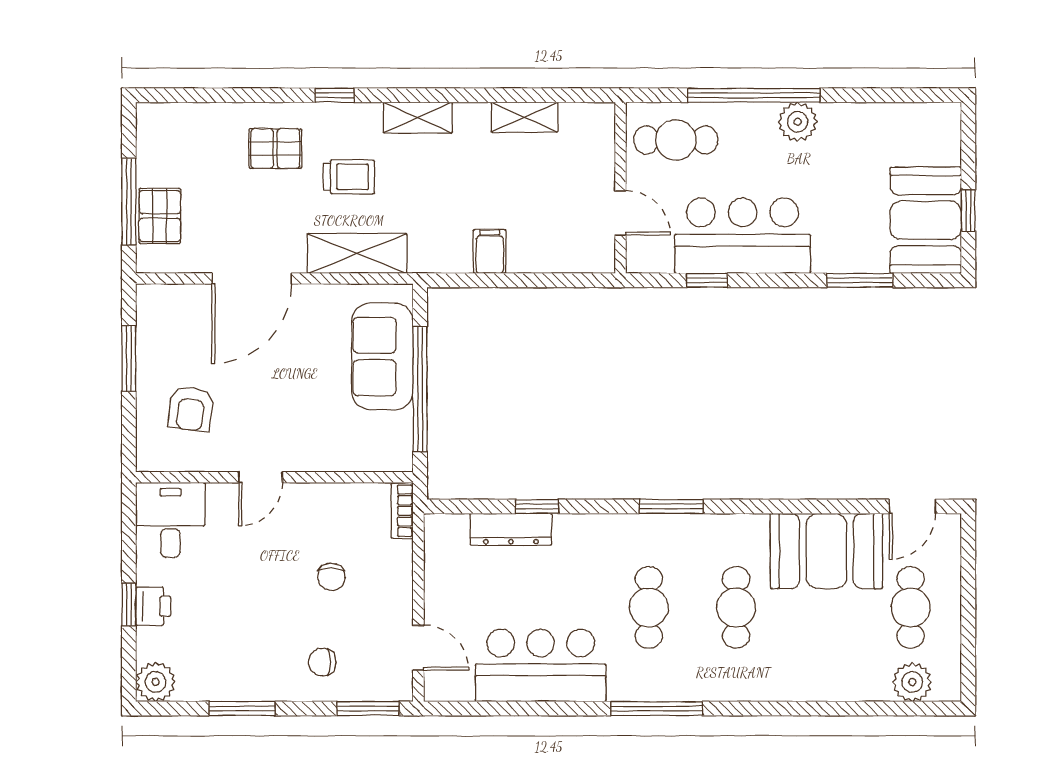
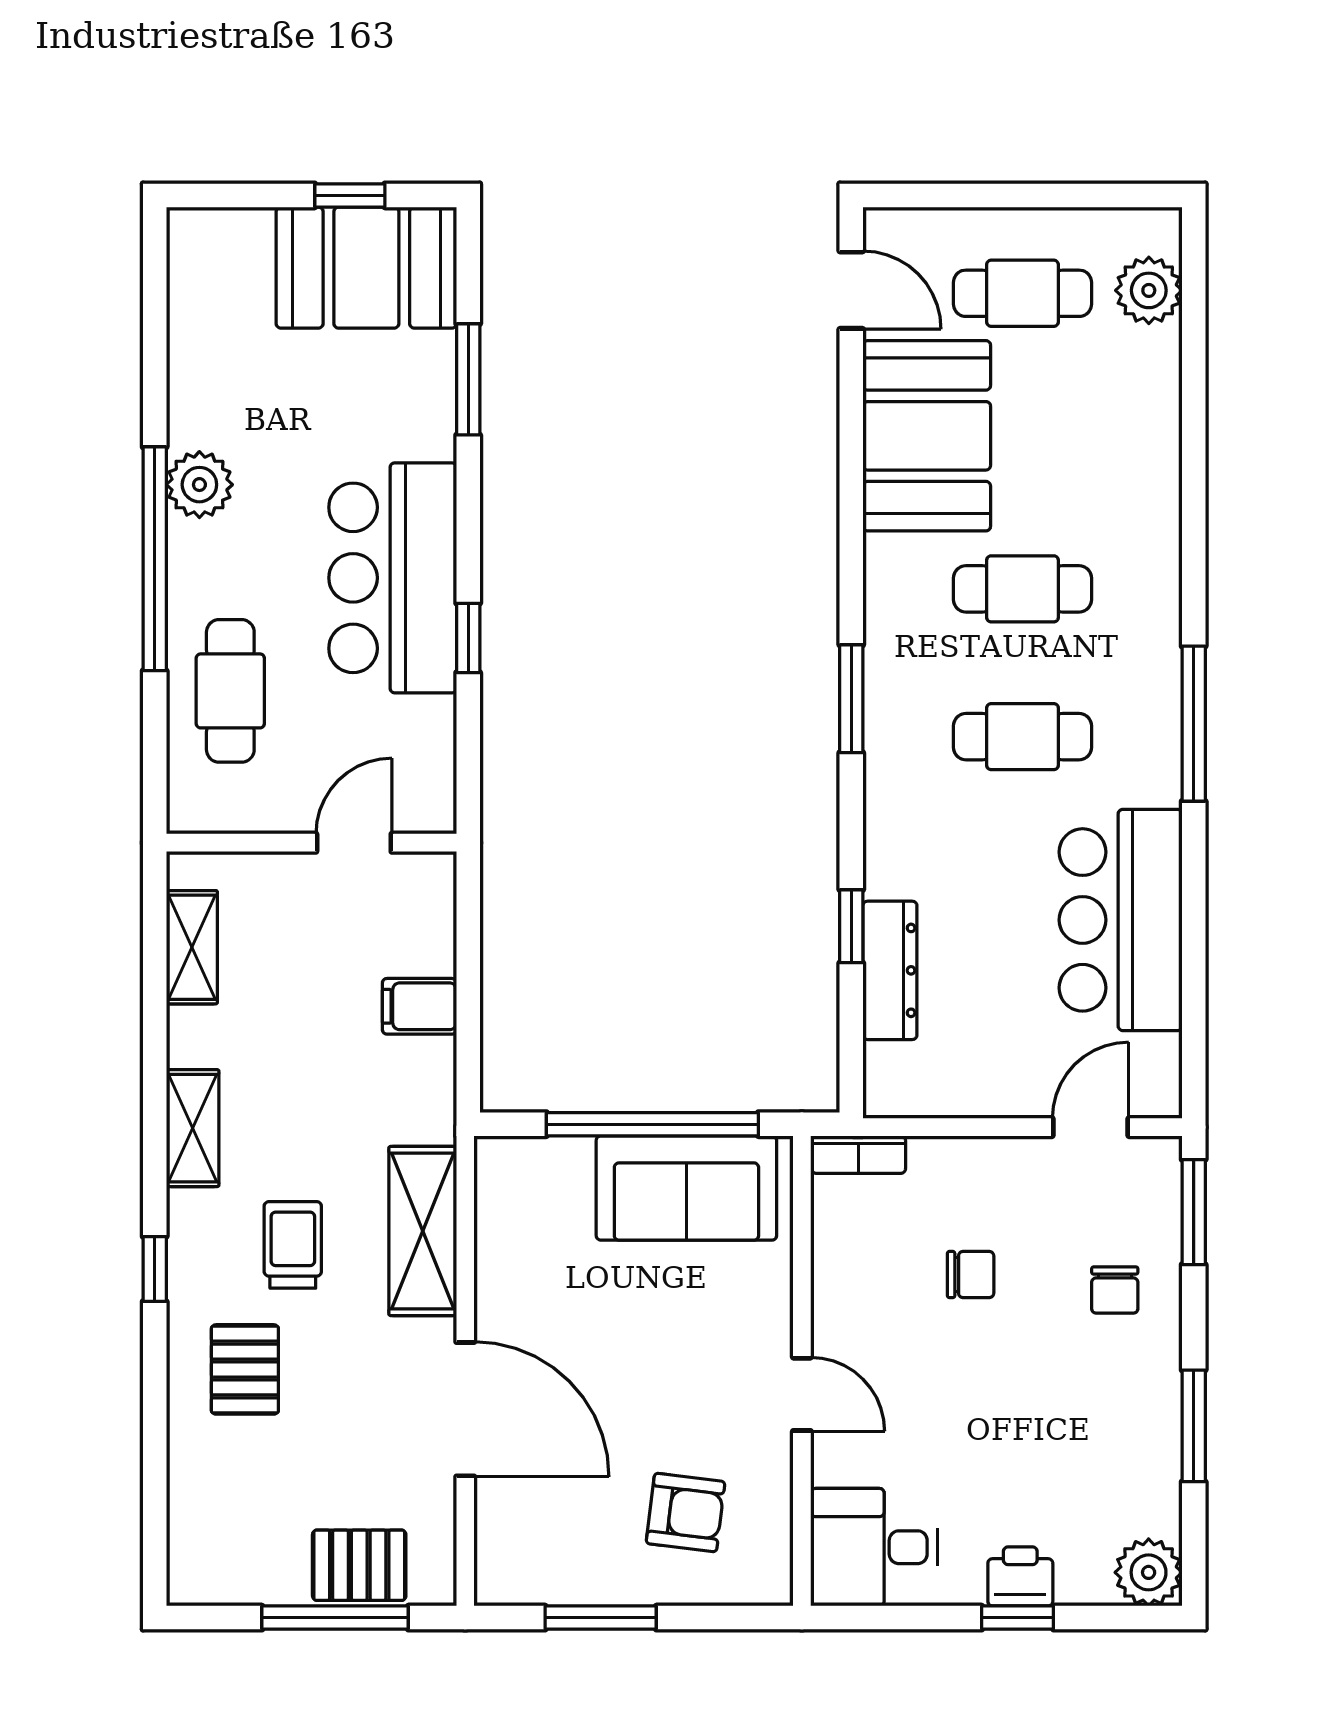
wall: (621, 188) -> (311, 843), moved
door: (621, 213) -> (354, 843), moved
sofa: (382, 357) -> (686, 1188), moved

